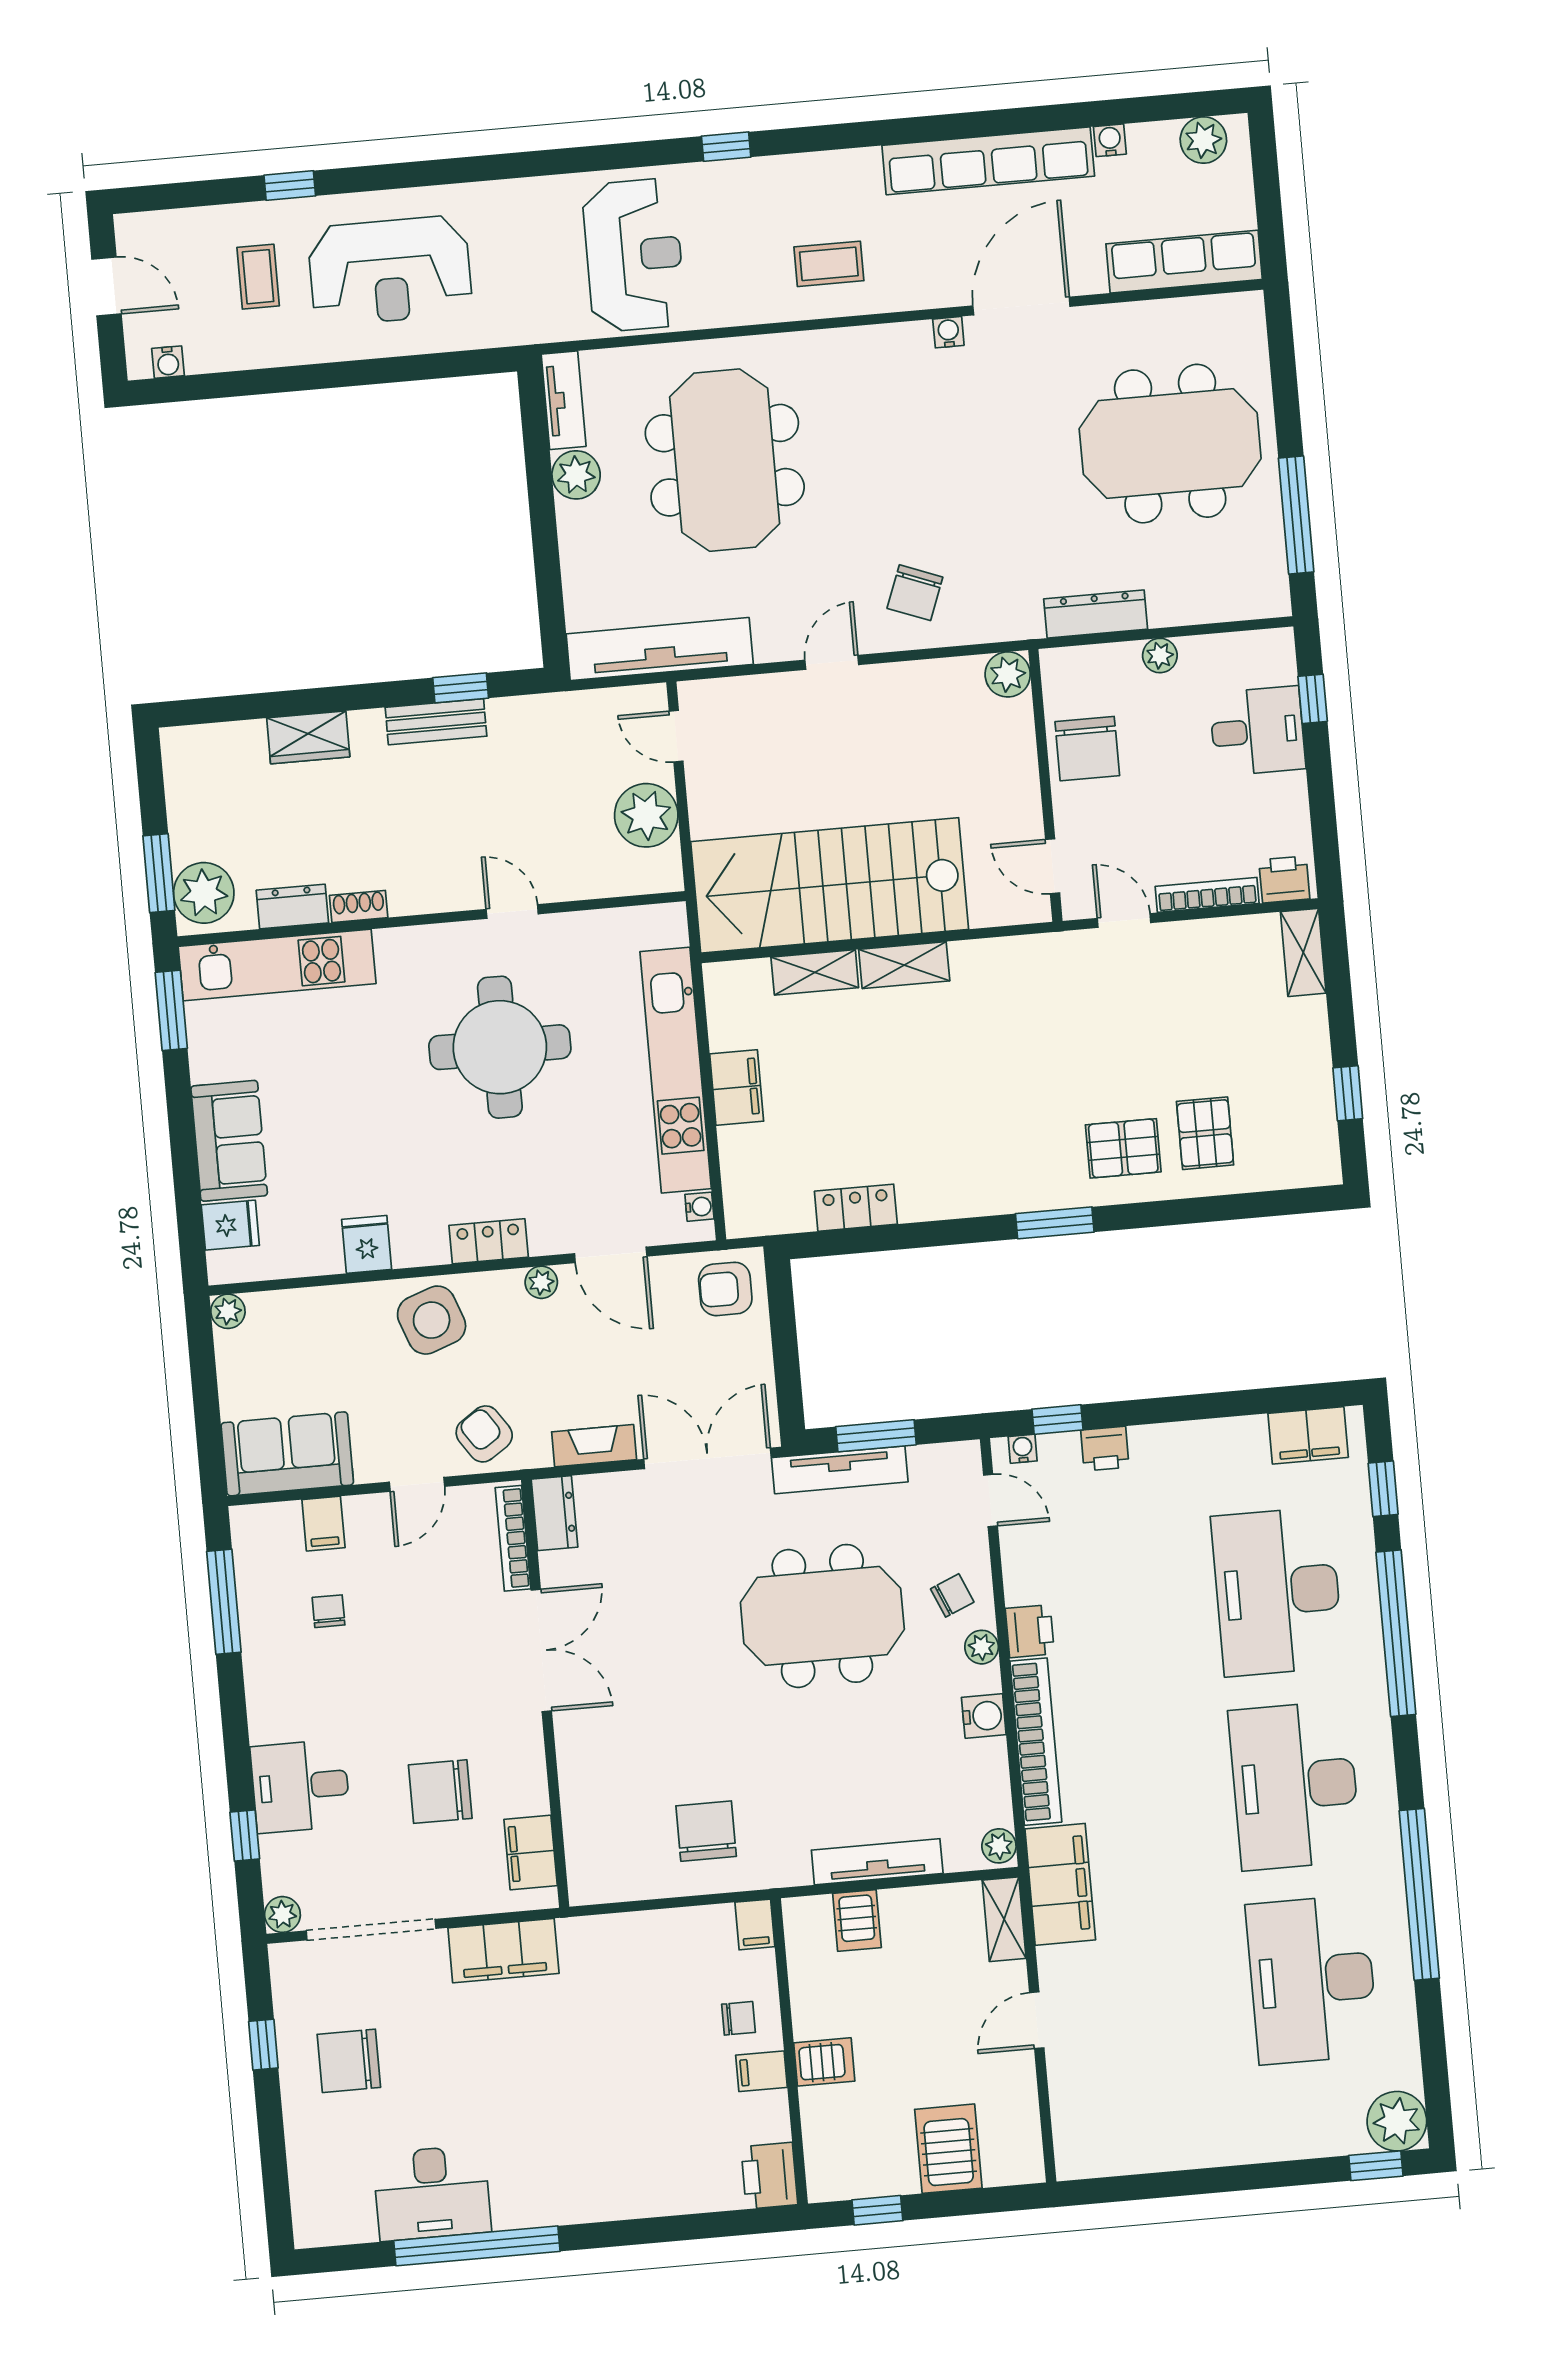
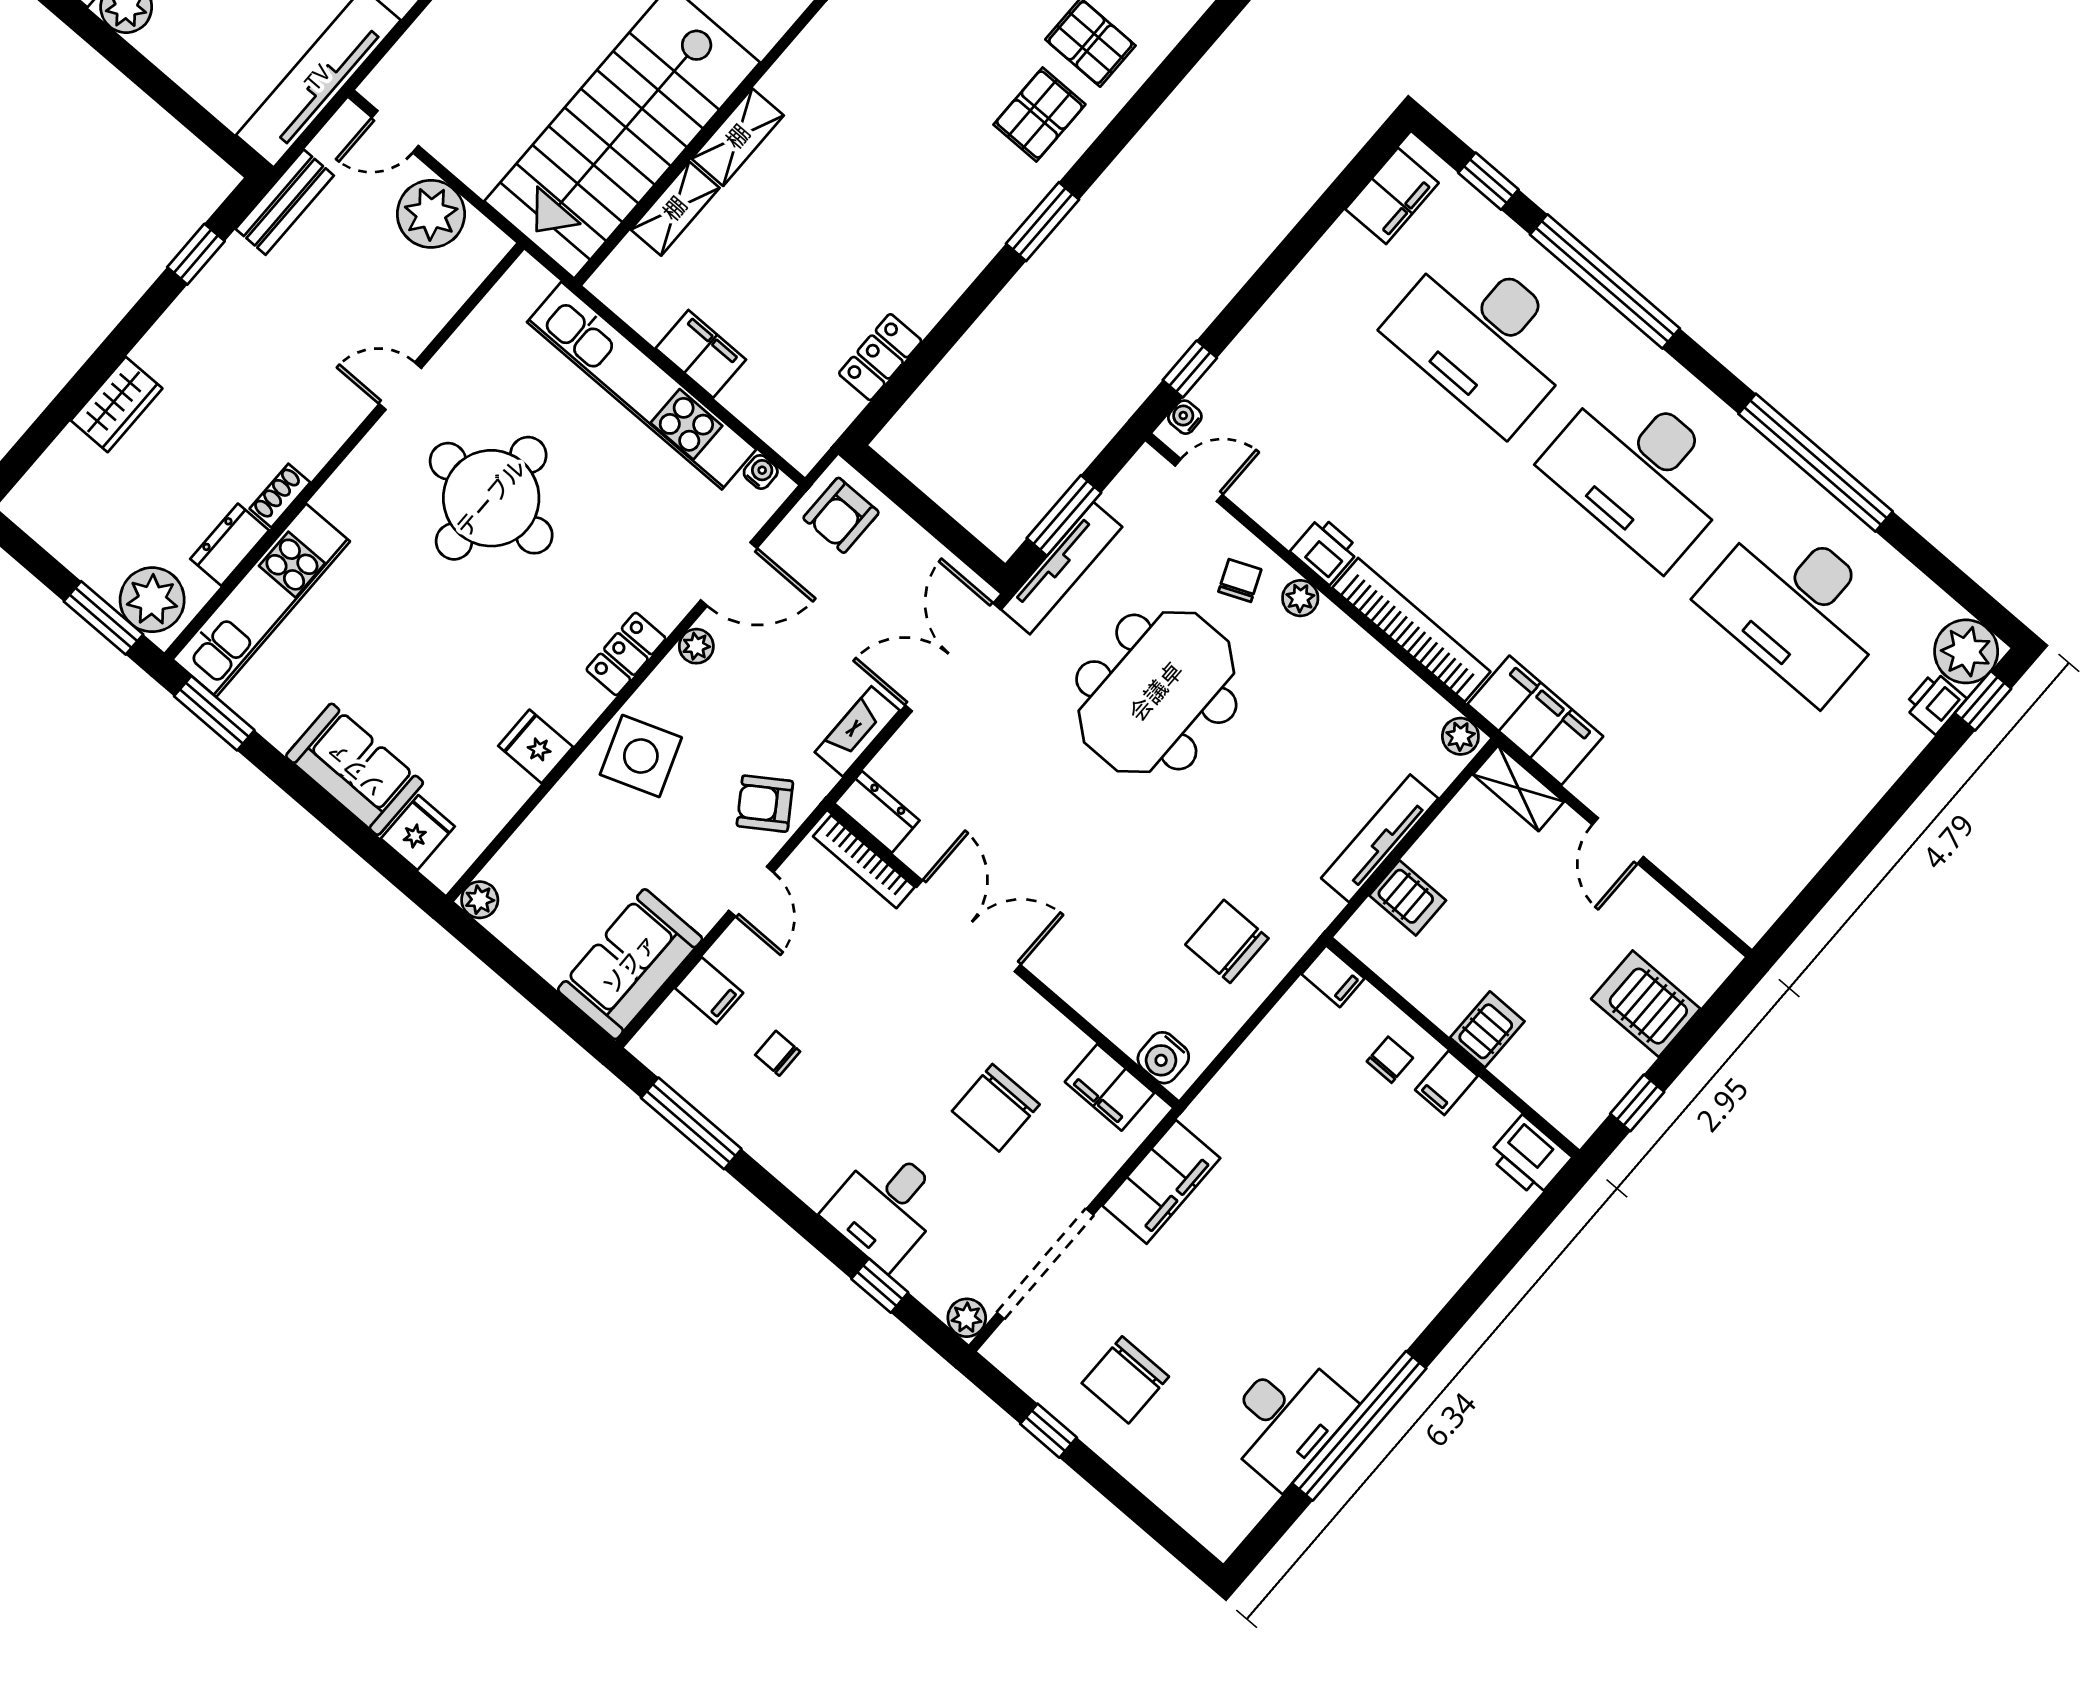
bench: (436, 722) -> (285, 202), moved
printer: (1105, 1449) -> (1935, 703), moved, turned 180
water cooler: (984, 1716) -> (1163, 1058), moved, turned 180

